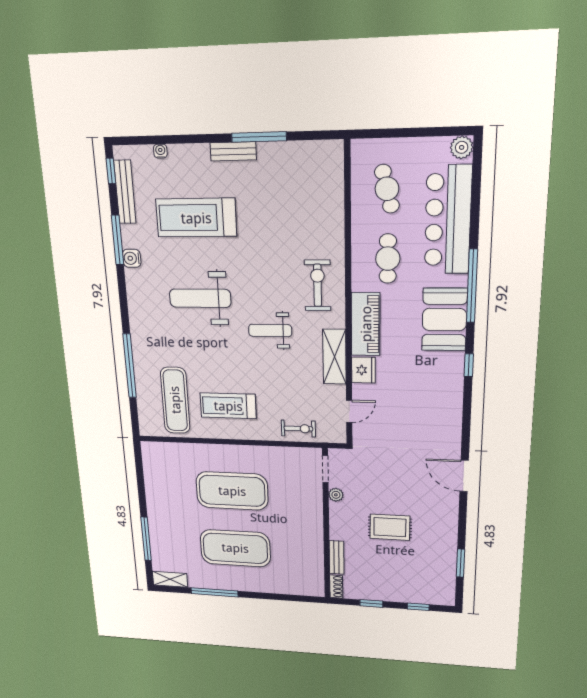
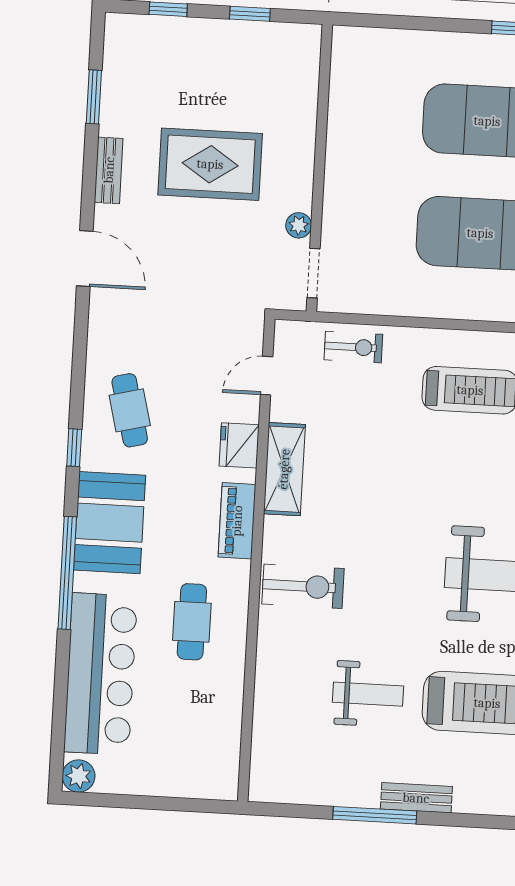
cafe table: (387, 189) -> (130, 410), moved
exercise bike: (318, 285) -> (303, 586), turned -90
piano: (366, 324) -> (237, 521), width x0.73, depth x0.75
weight bench: (270, 330) -> (368, 694), moved
exercise bike: (298, 429) -> (353, 347), turned 180
rug: (390, 527) -> (210, 164), width x1.36, depth x1.43
bench: (337, 557) -> (109, 170), moved
shoe rack: (336, 587) -> (310, 47), removed

